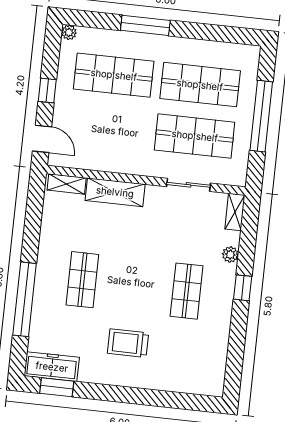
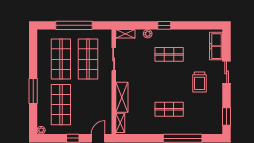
freezer: (52, 367) -> (216, 46), moved
sliding door: (141, 396) -> (227, 72), added

